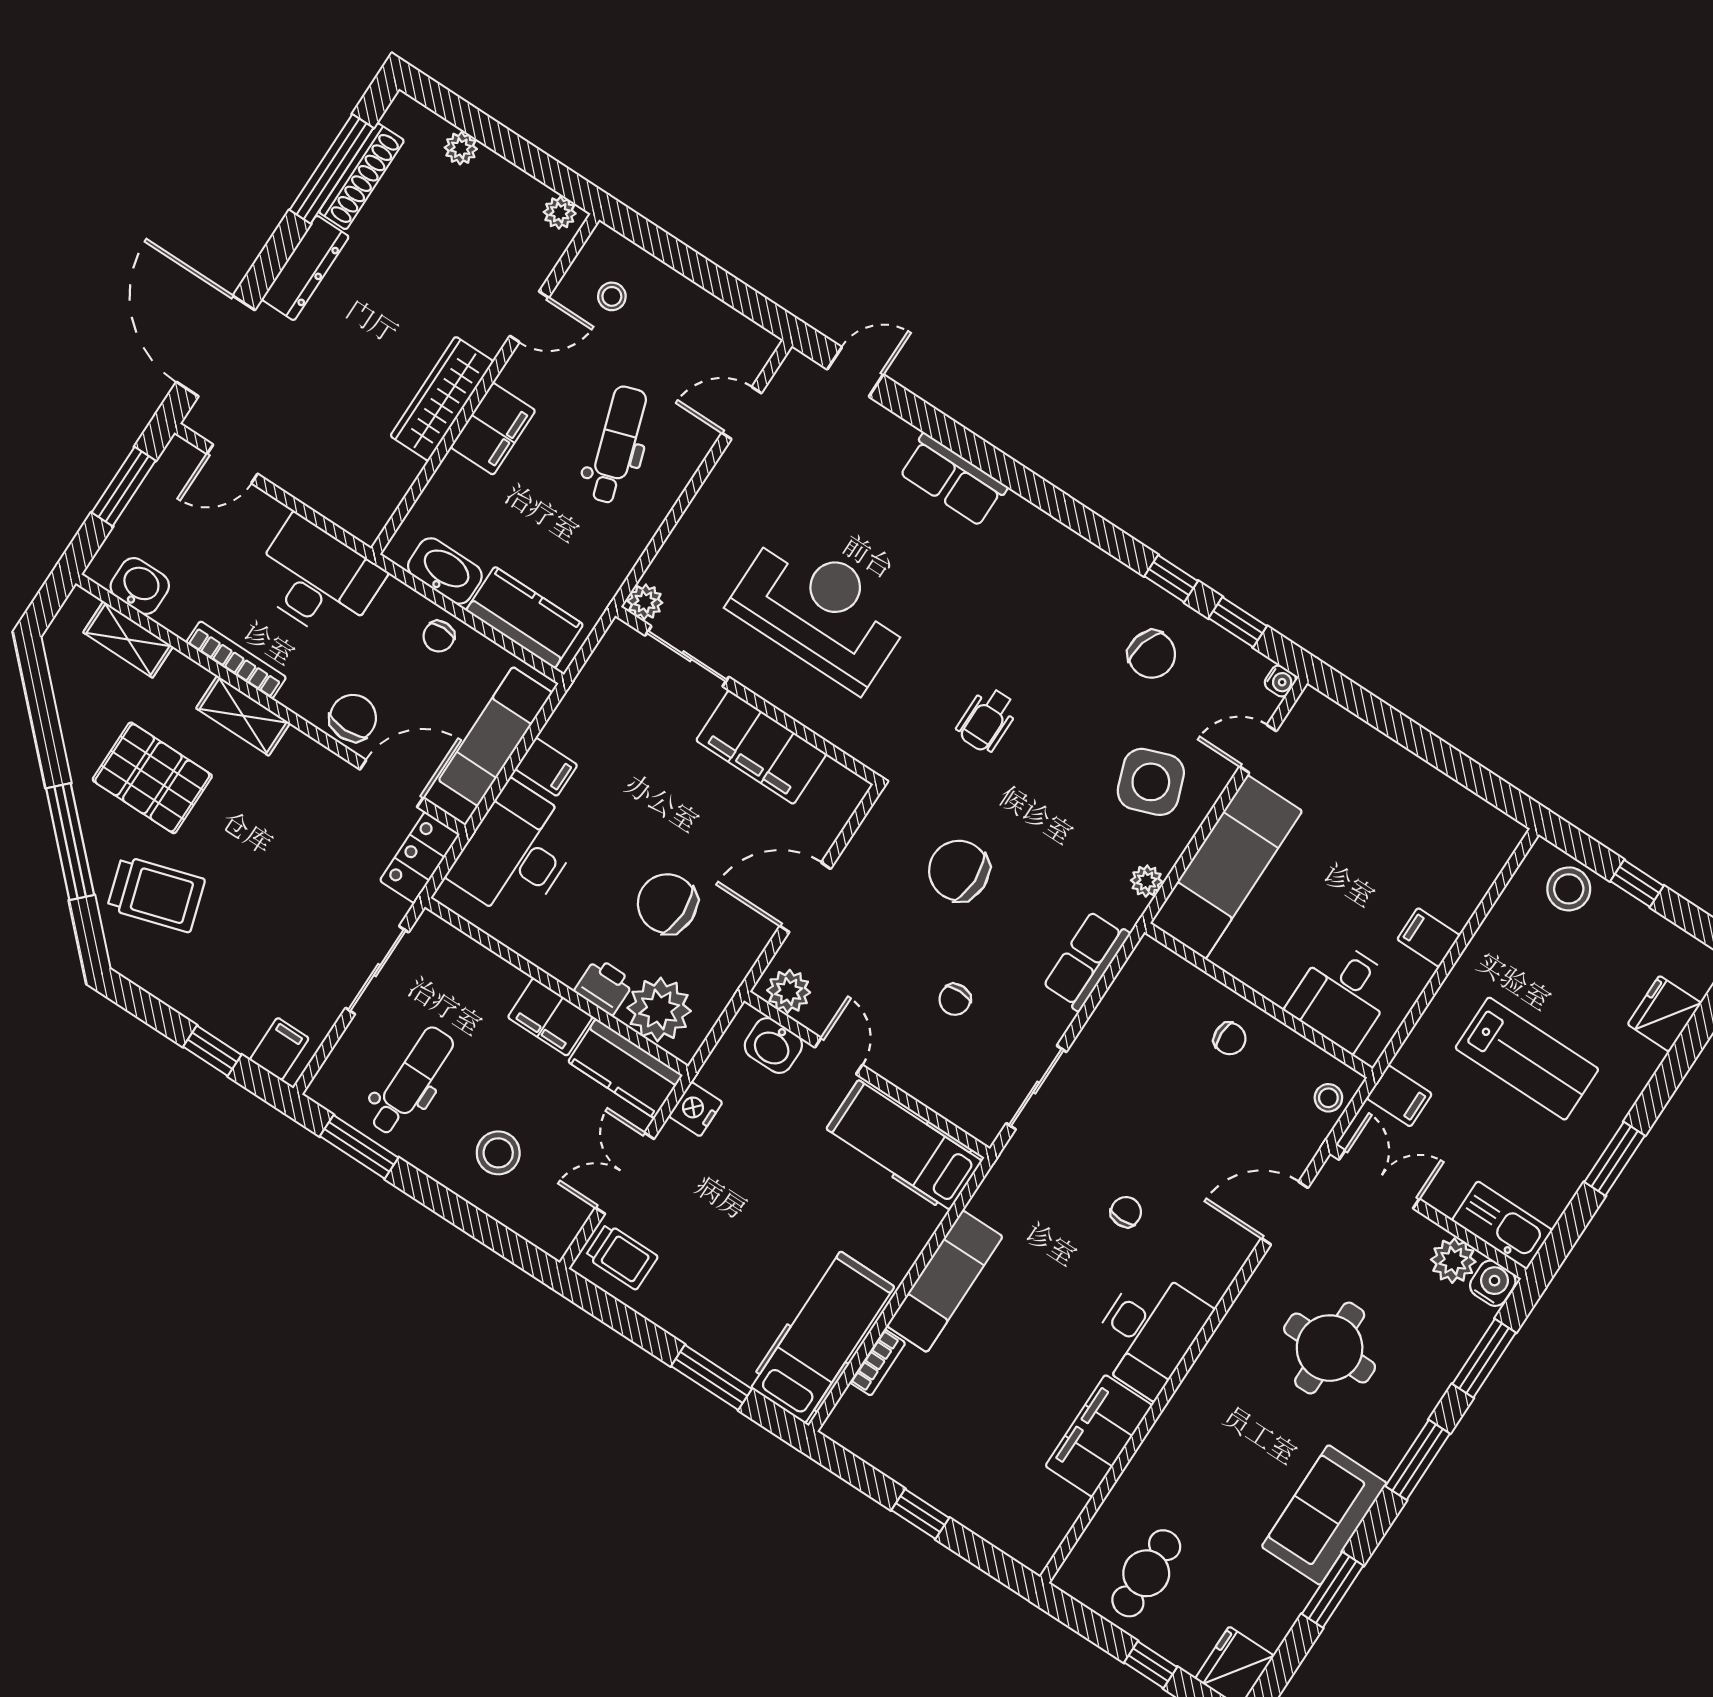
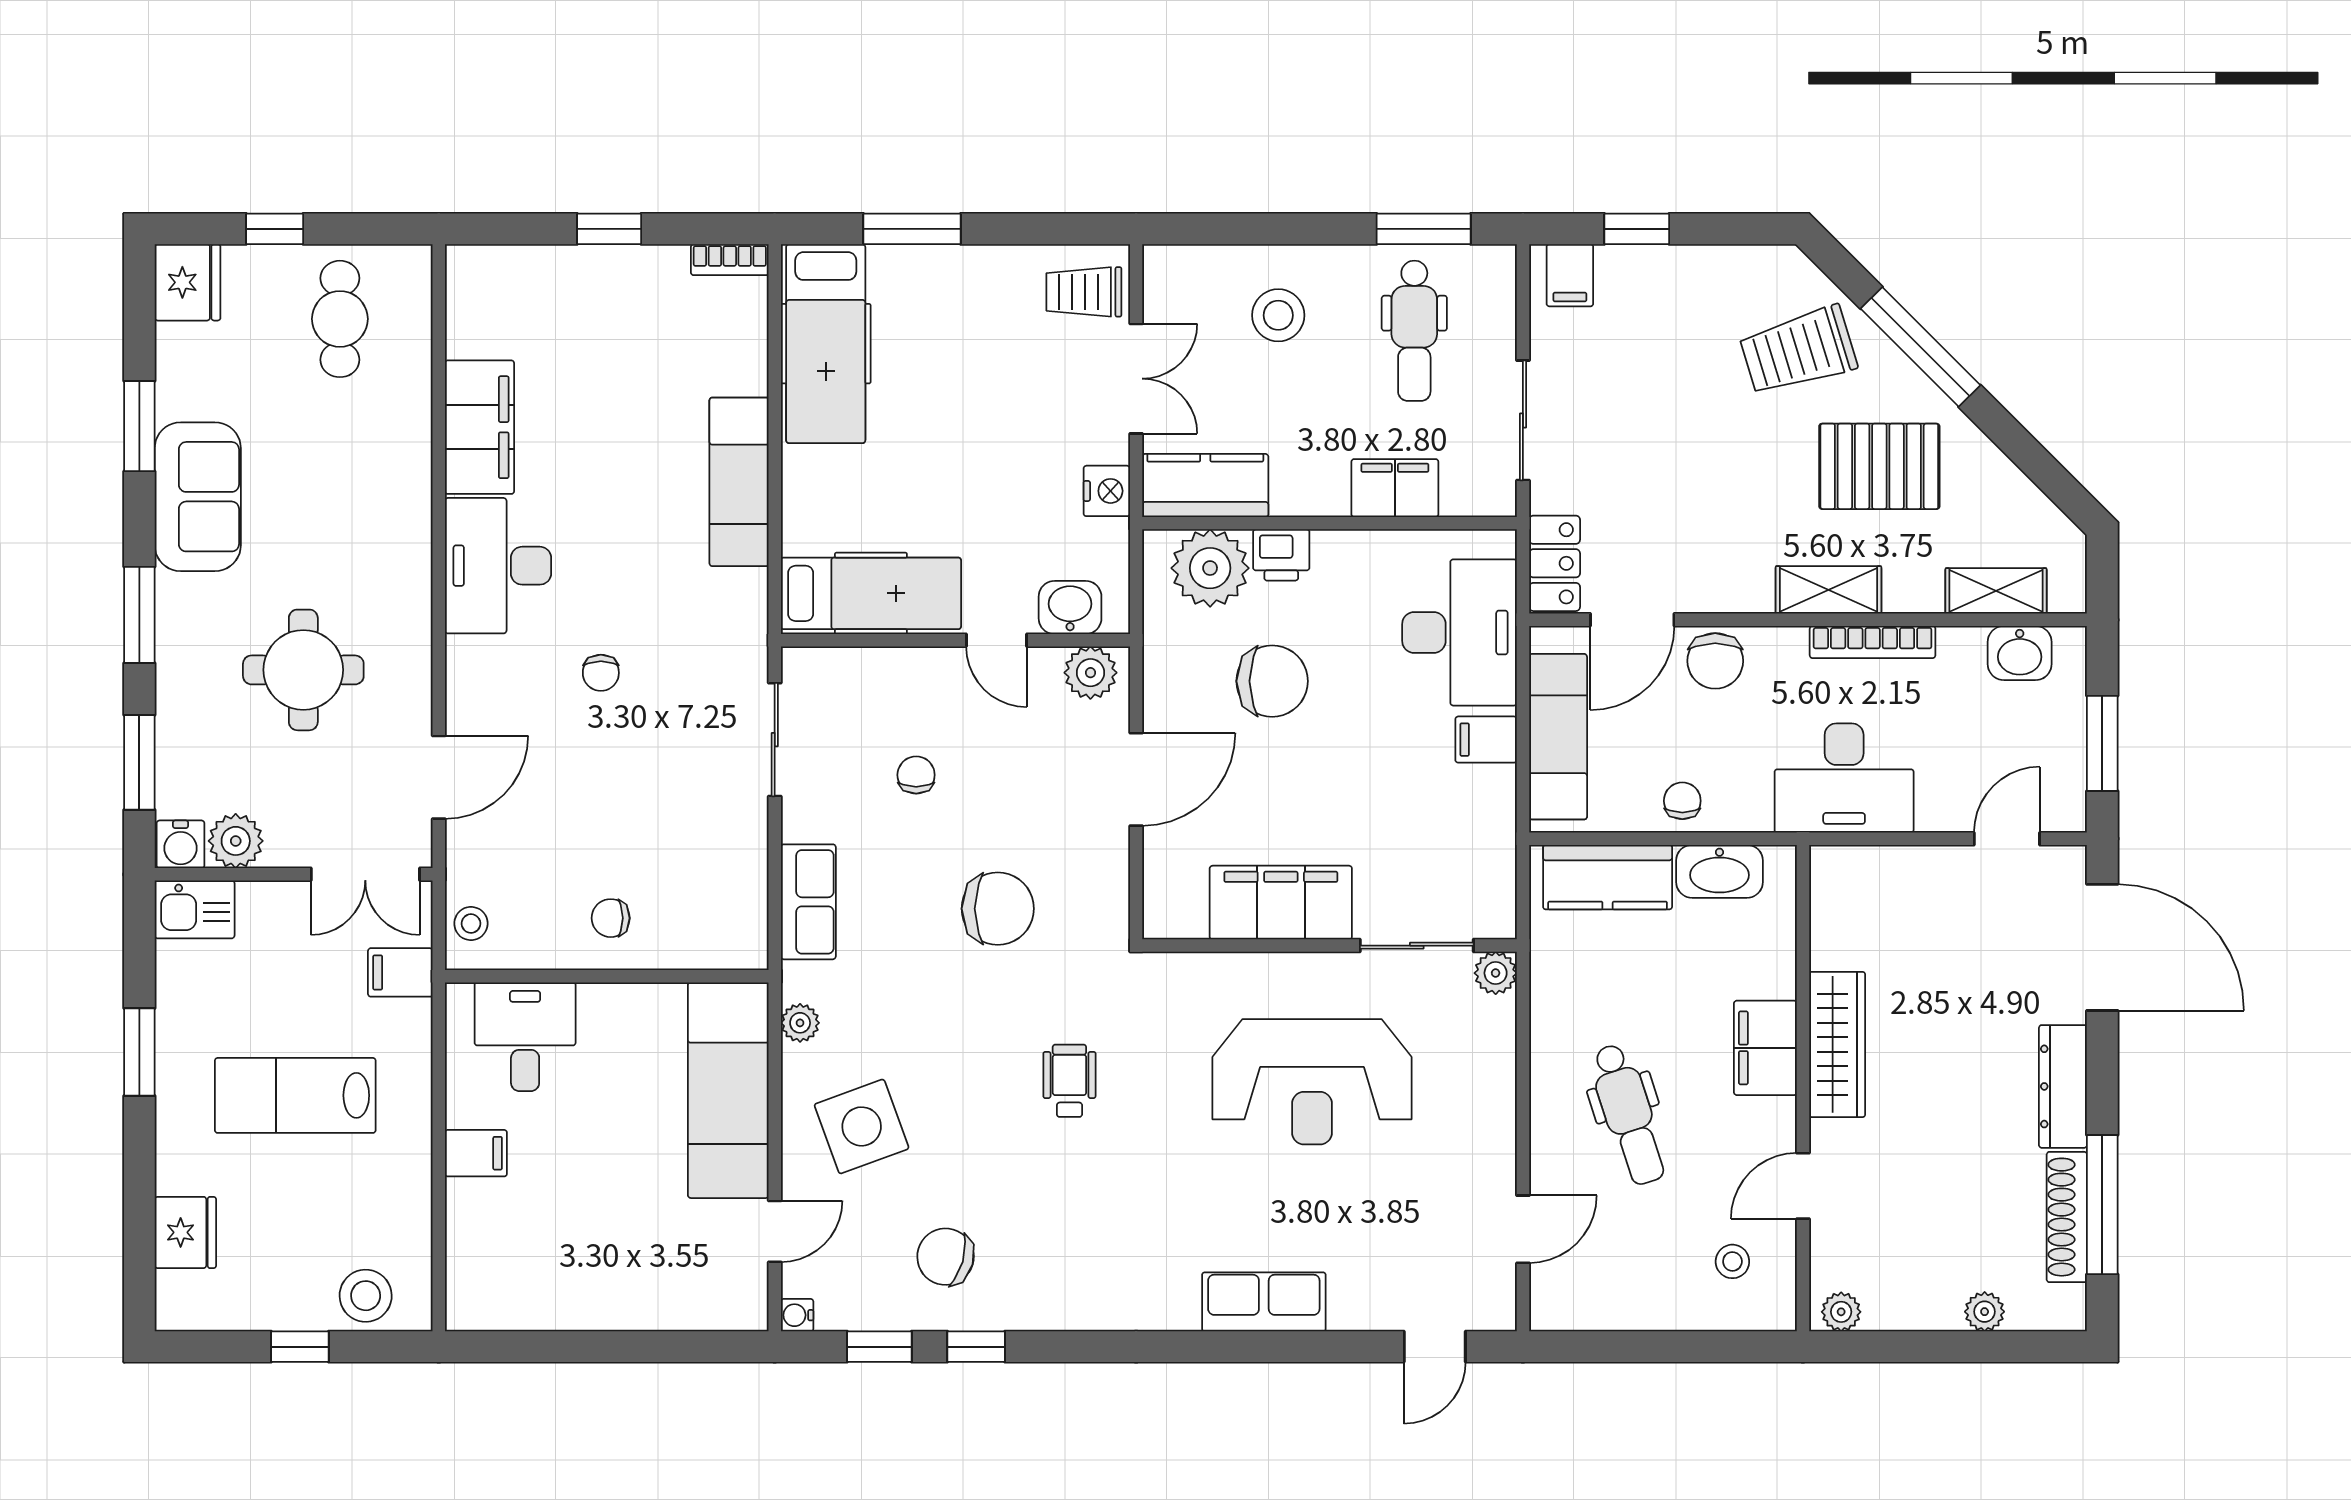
filing cabinet: (550, 1017) -> (1395, 488), moved
kitchen sink: (1502, 1225) -> (195, 909), width x0.73
bookcase: (878, 1362) -> (730, 260), moved, turned -90

